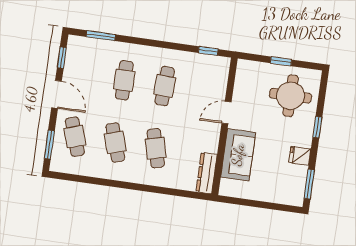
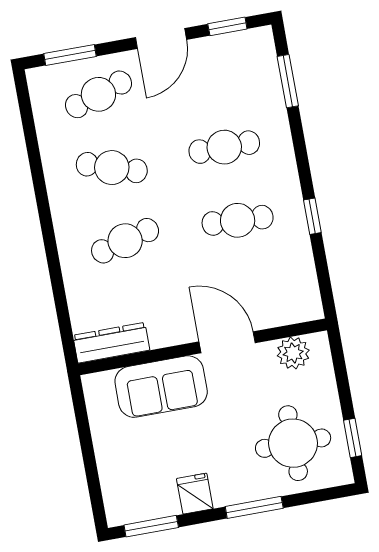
window: (208, 51) -> (312, 216), moved
window: (281, 61) -> (353, 438), moved
plant: (244, 80) -> (293, 353), added
door: (226, 113) -> (227, 342), width x1.37
window: (317, 127) -> (254, 507), width x1.50
cafe table: (115, 142) -> (112, 168), turned 36

